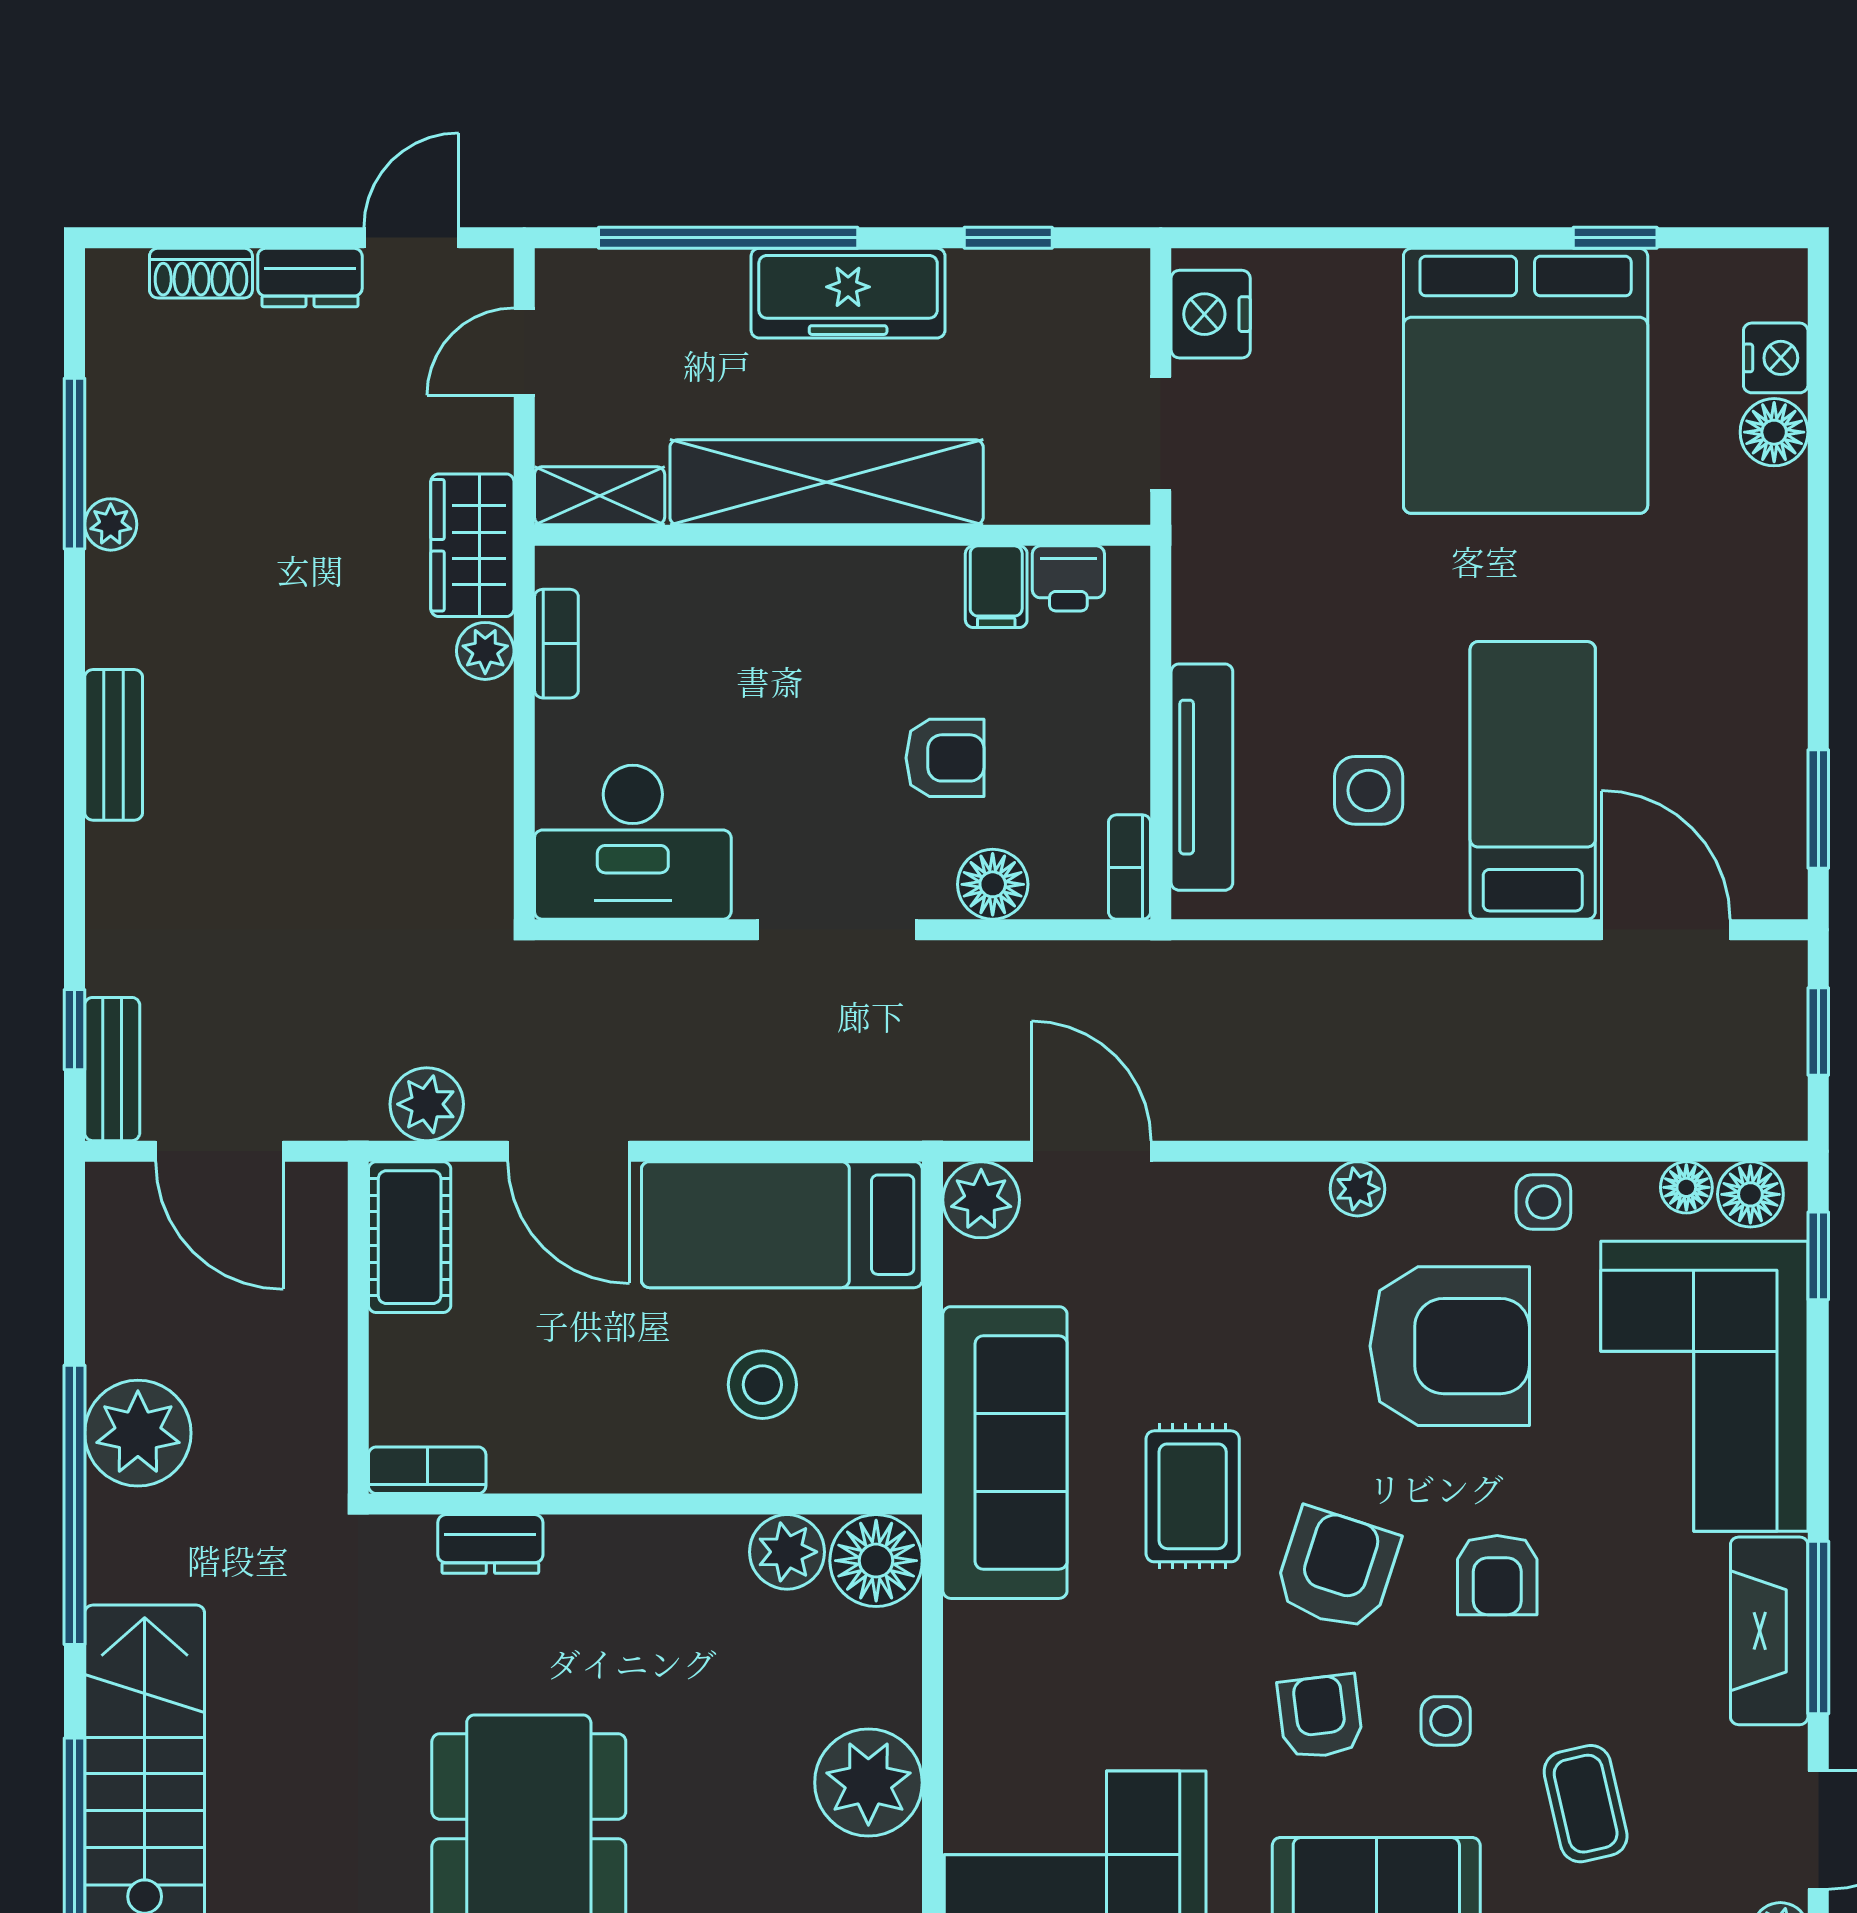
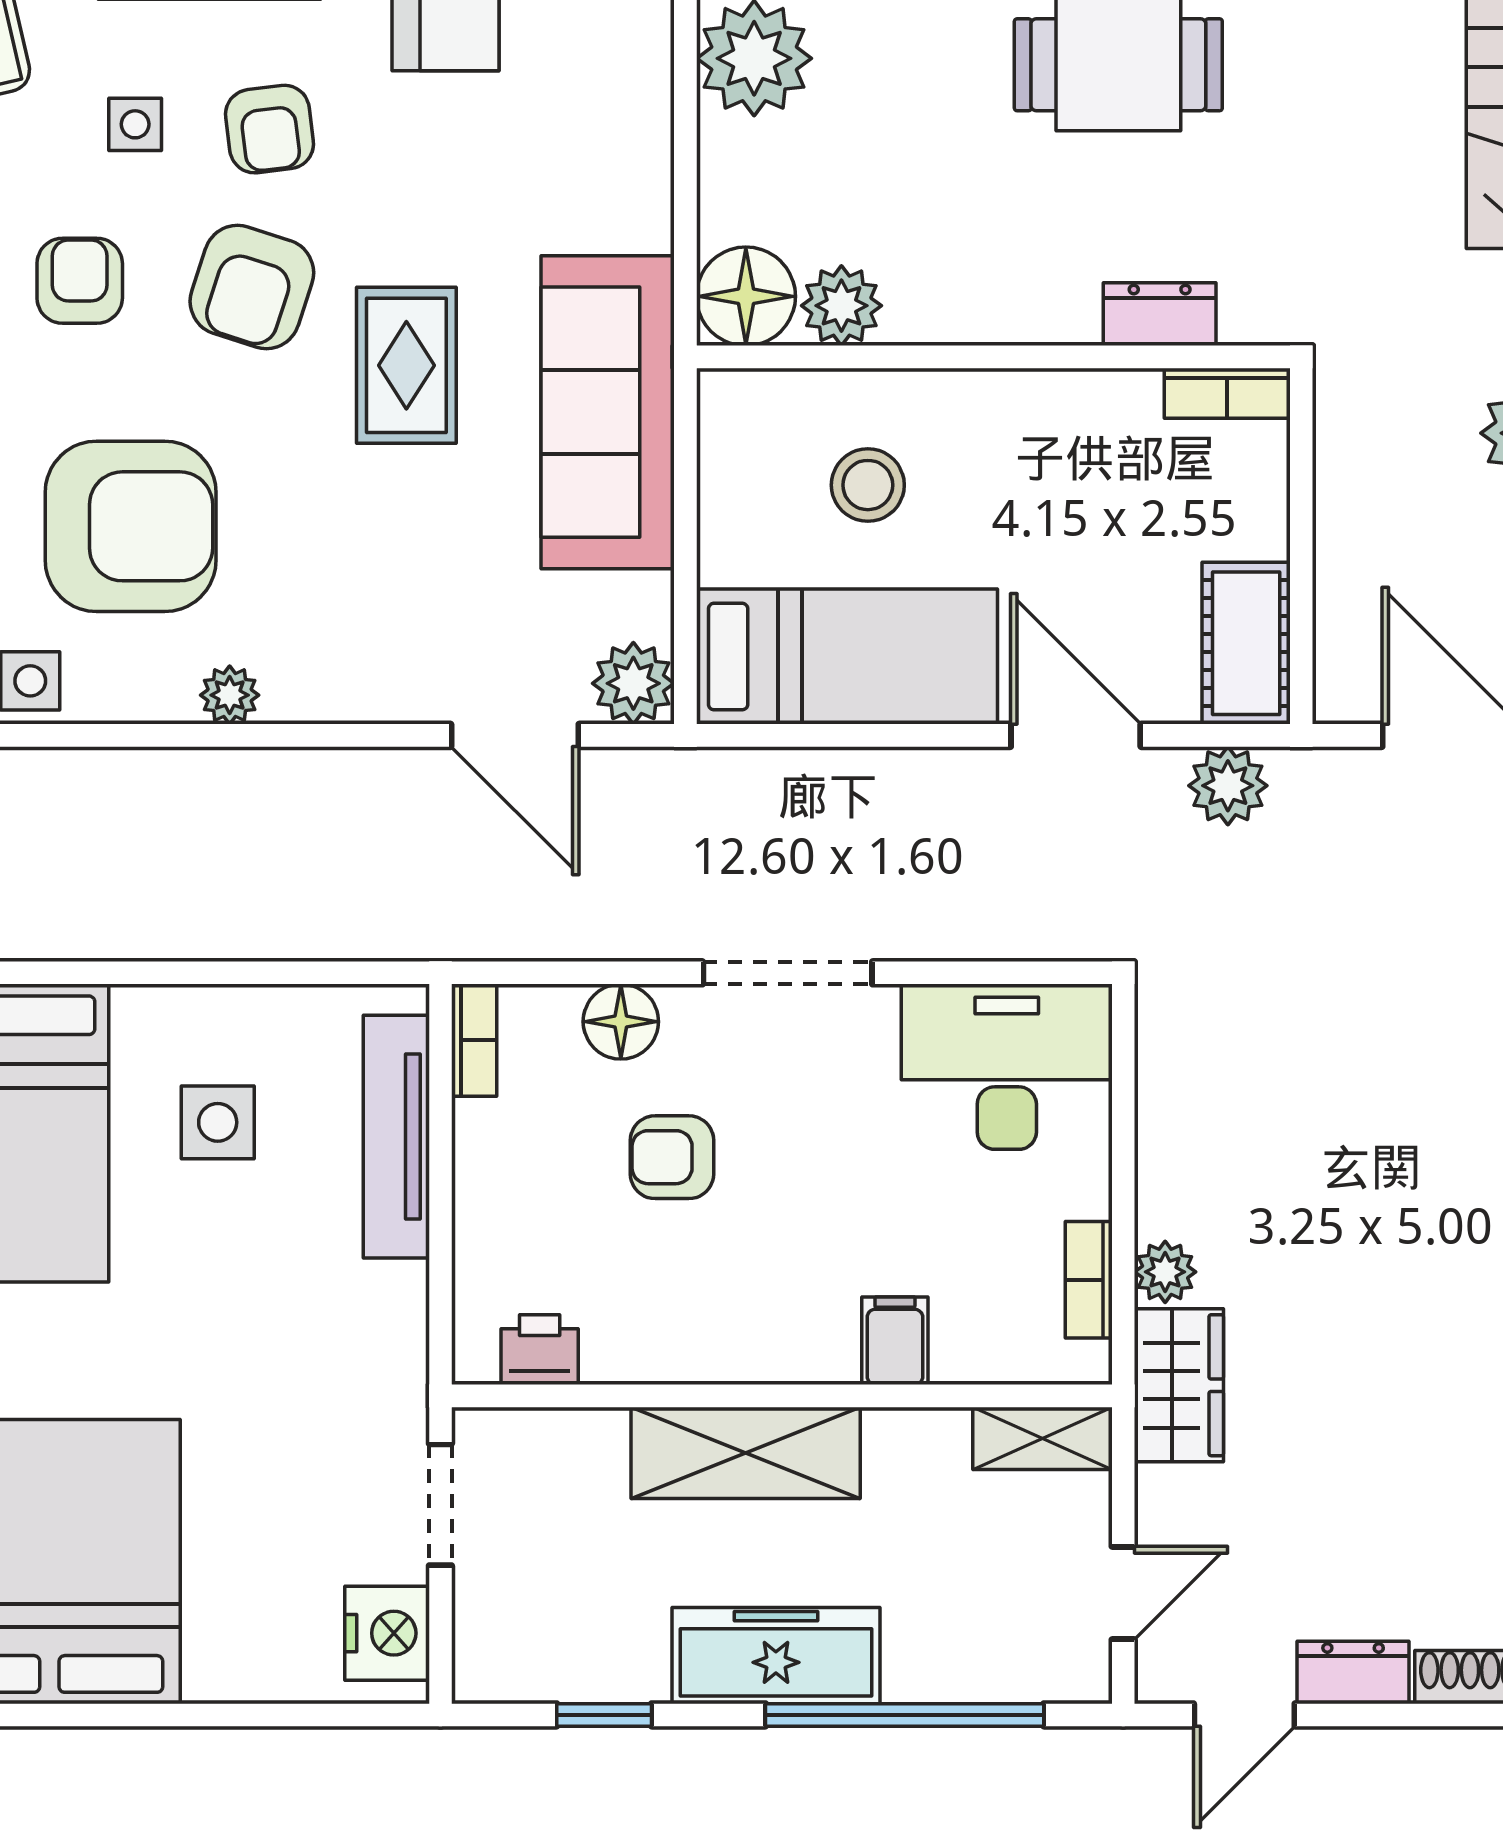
shelving: (827, 482) -> (746, 1453), width x0.68
filing cabinet: (996, 587) -> (895, 1341), moved
armchair: (1450, 1346) -> (131, 526), turned 180

